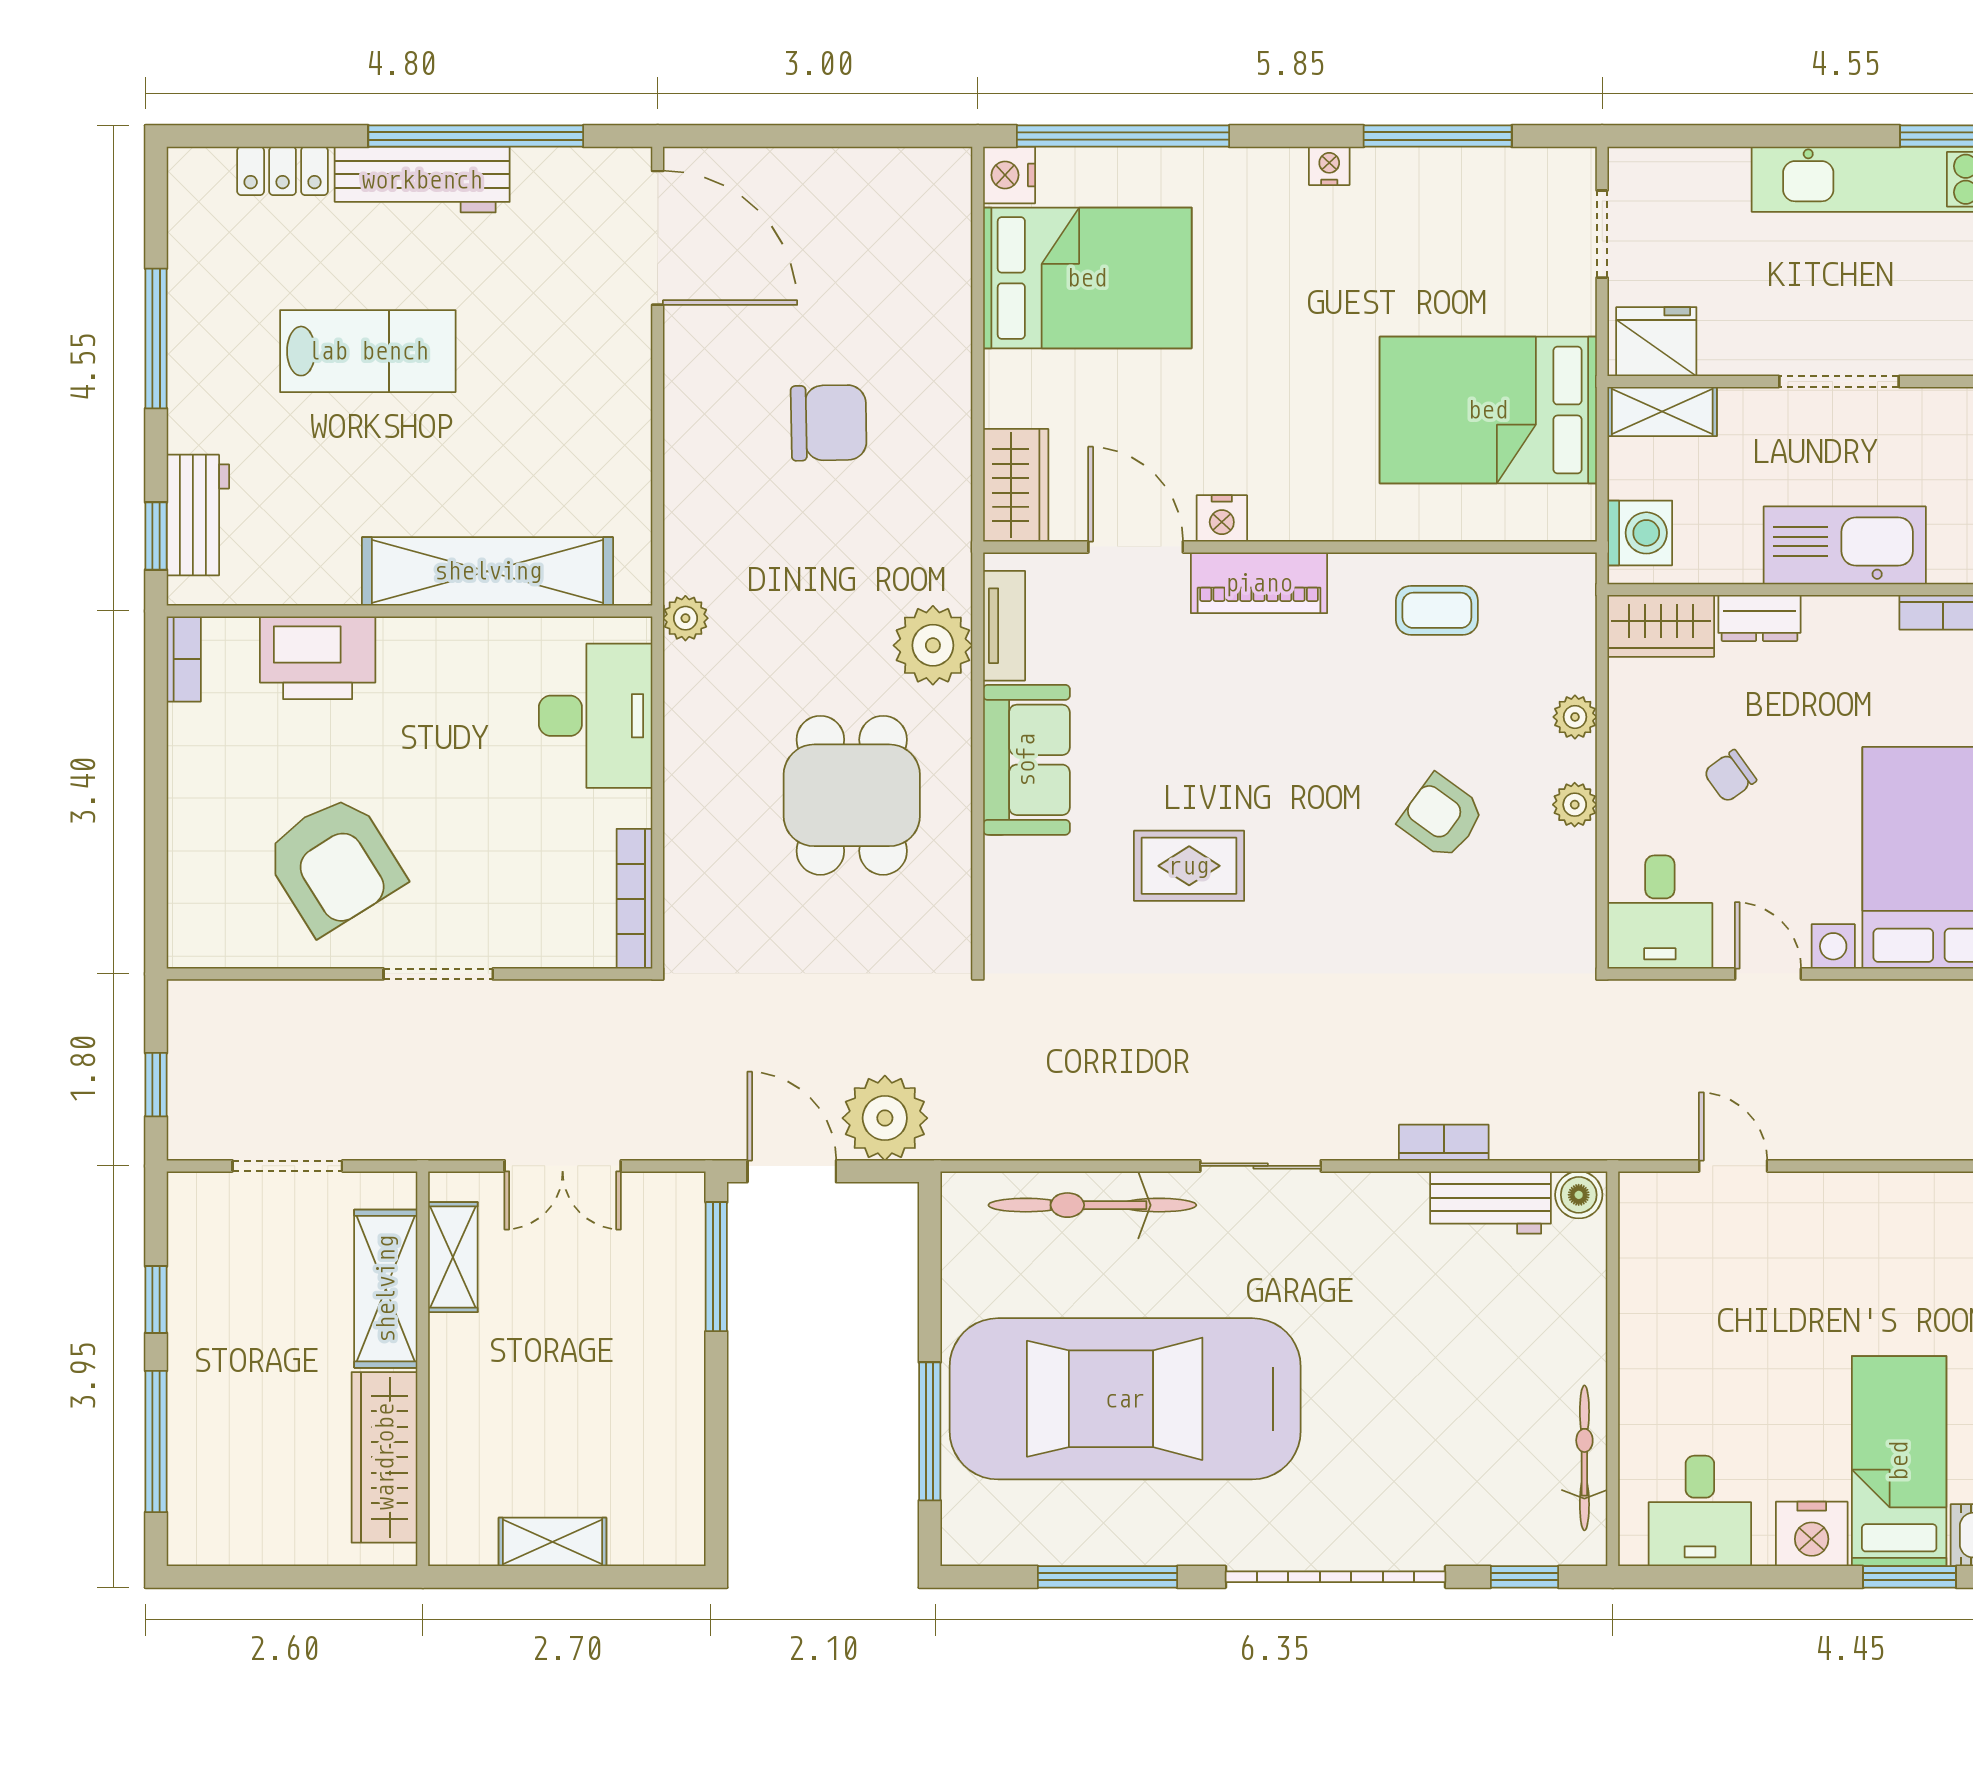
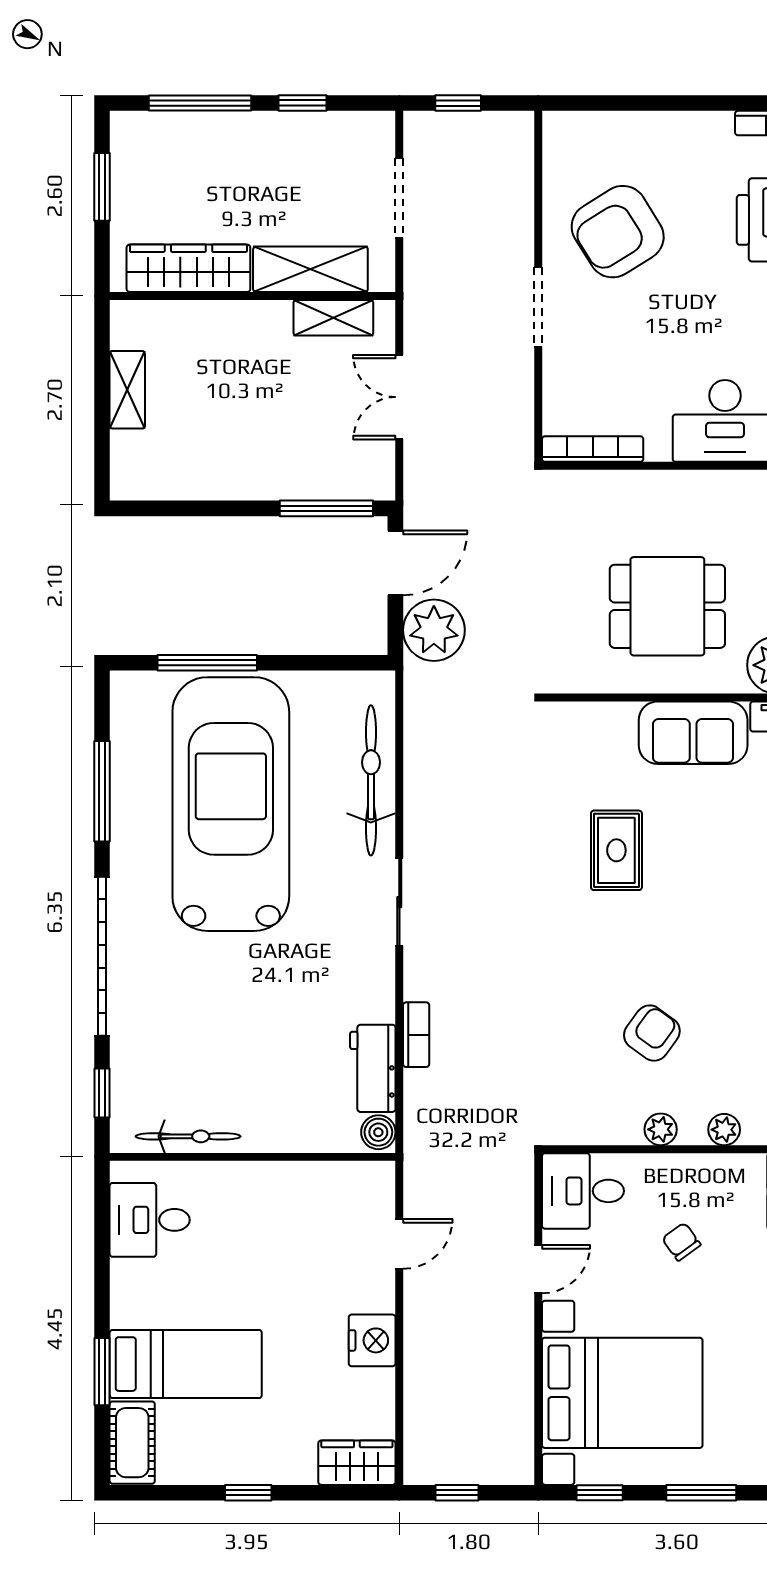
nightstand: (1812, 1534) -> (372, 1340), moved, turned 180
window: (272, 1577) -> (102, 187), added

